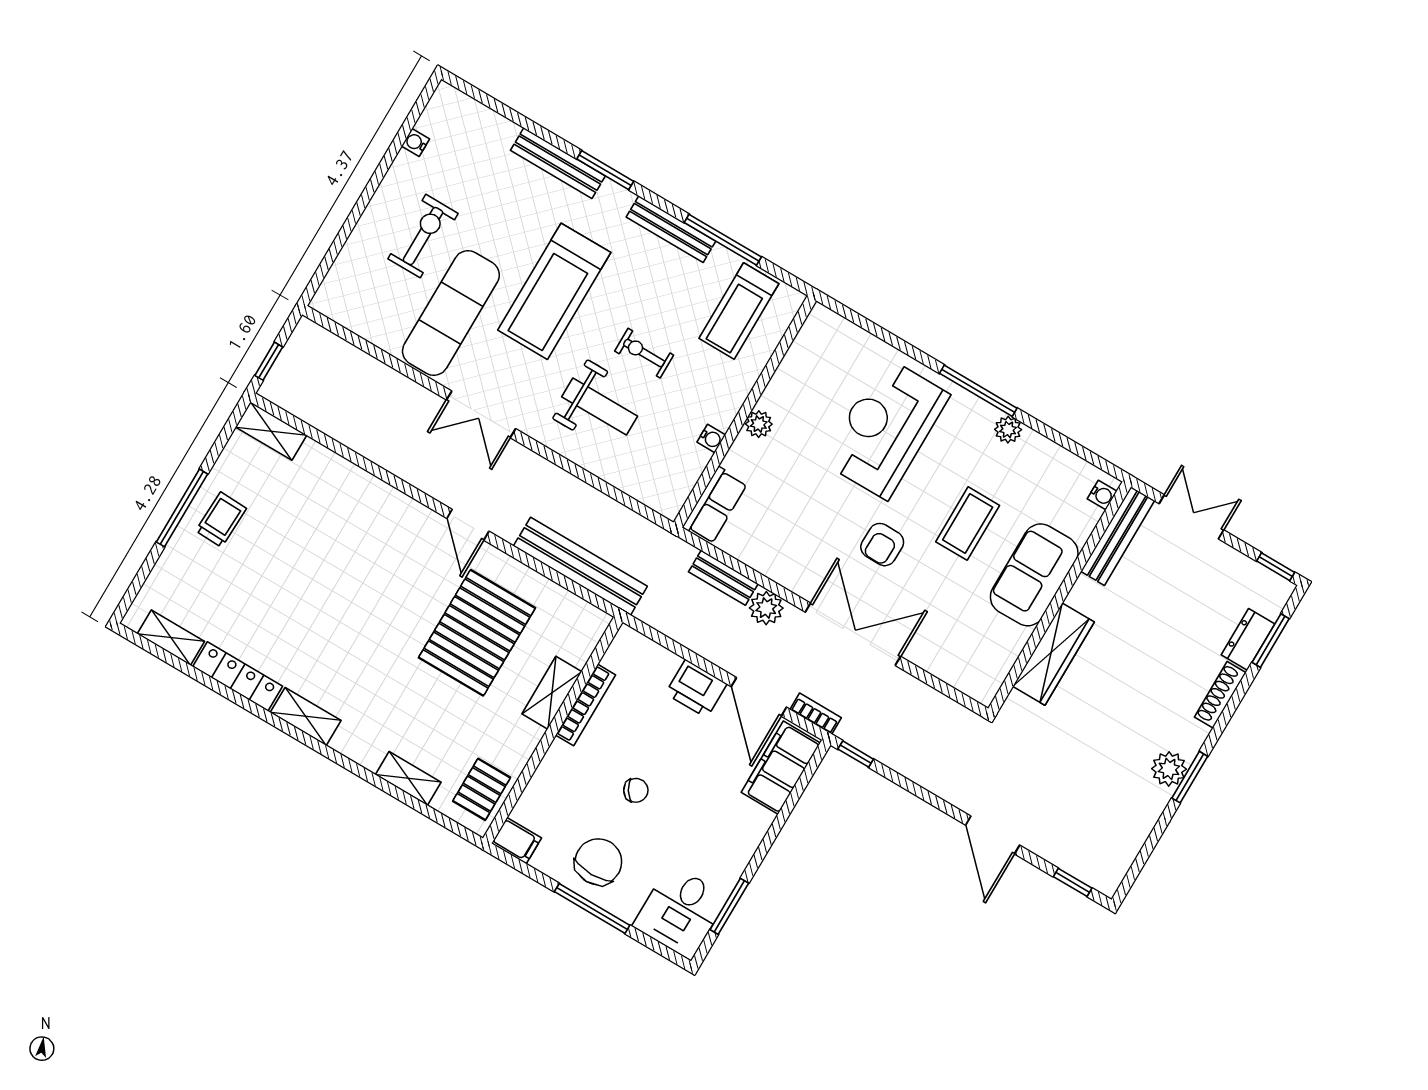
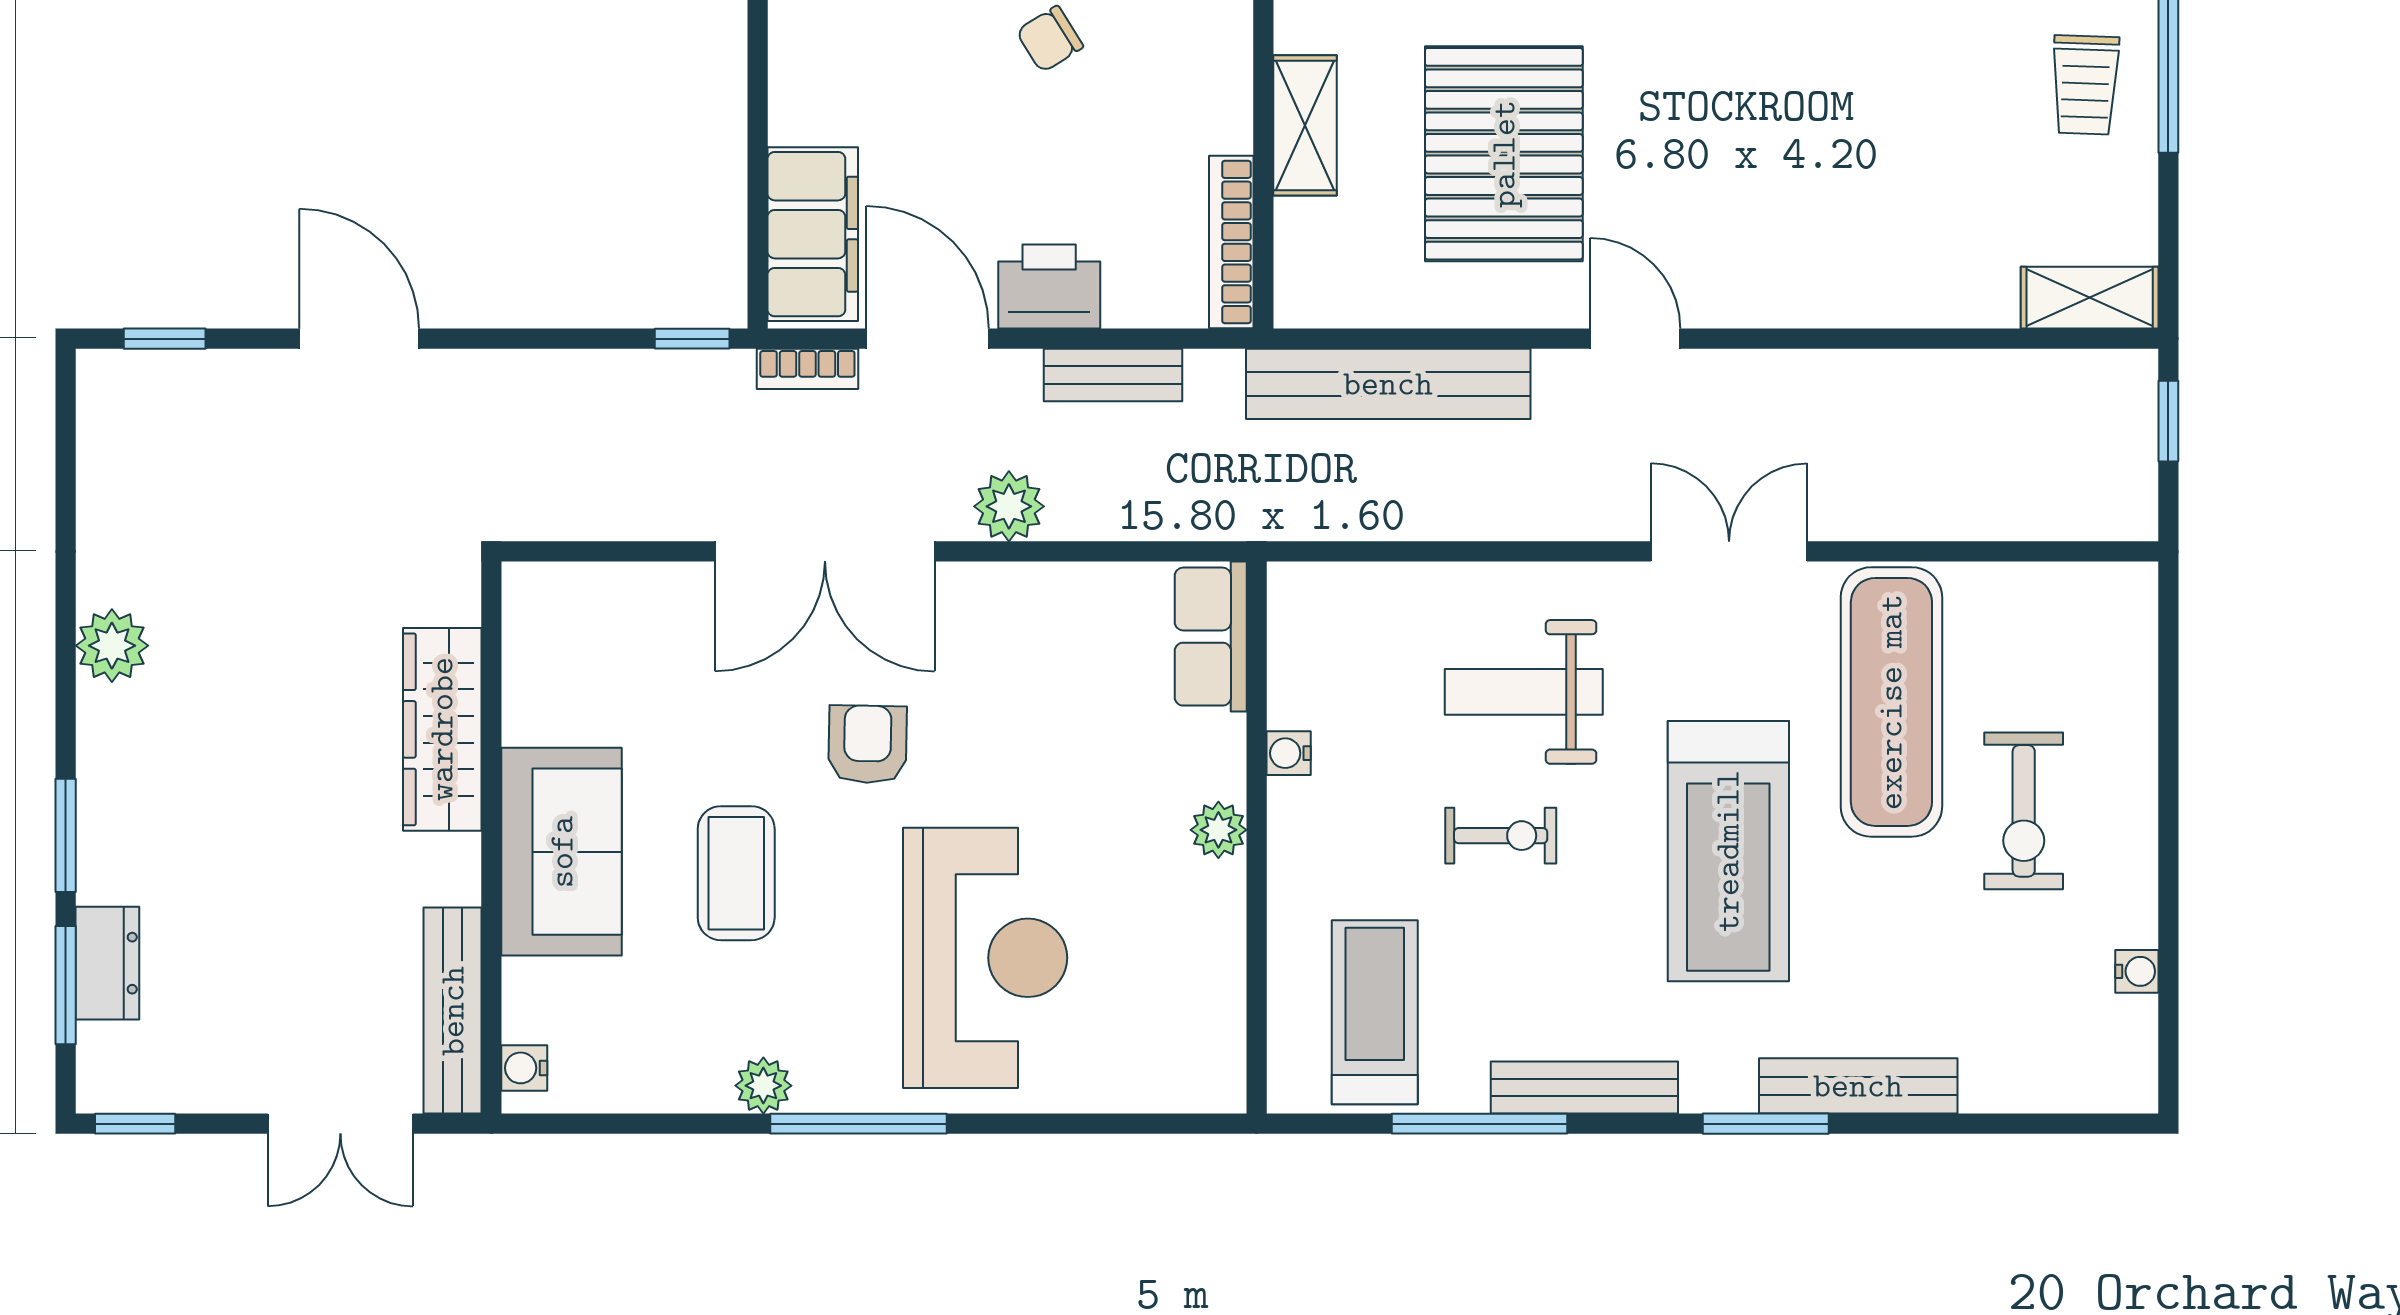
treadmill: (554, 291) -> (1728, 851), turned 180
bench: (723, 578) -> (1113, 375), moved
shoe rack: (1220, 695) -> (99, 834), removed
bookcase: (586, 705) -> (1231, 242), moved
window: (1190, 777) -> (66, 835), moved

